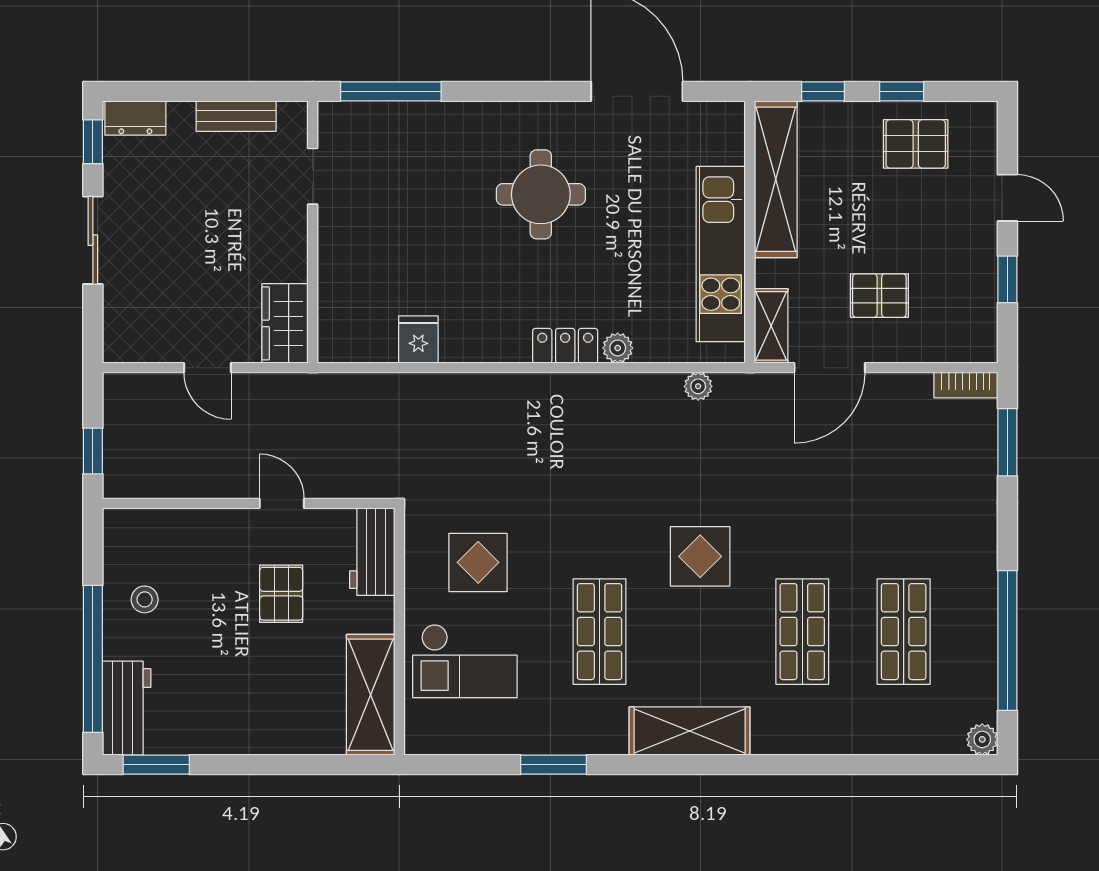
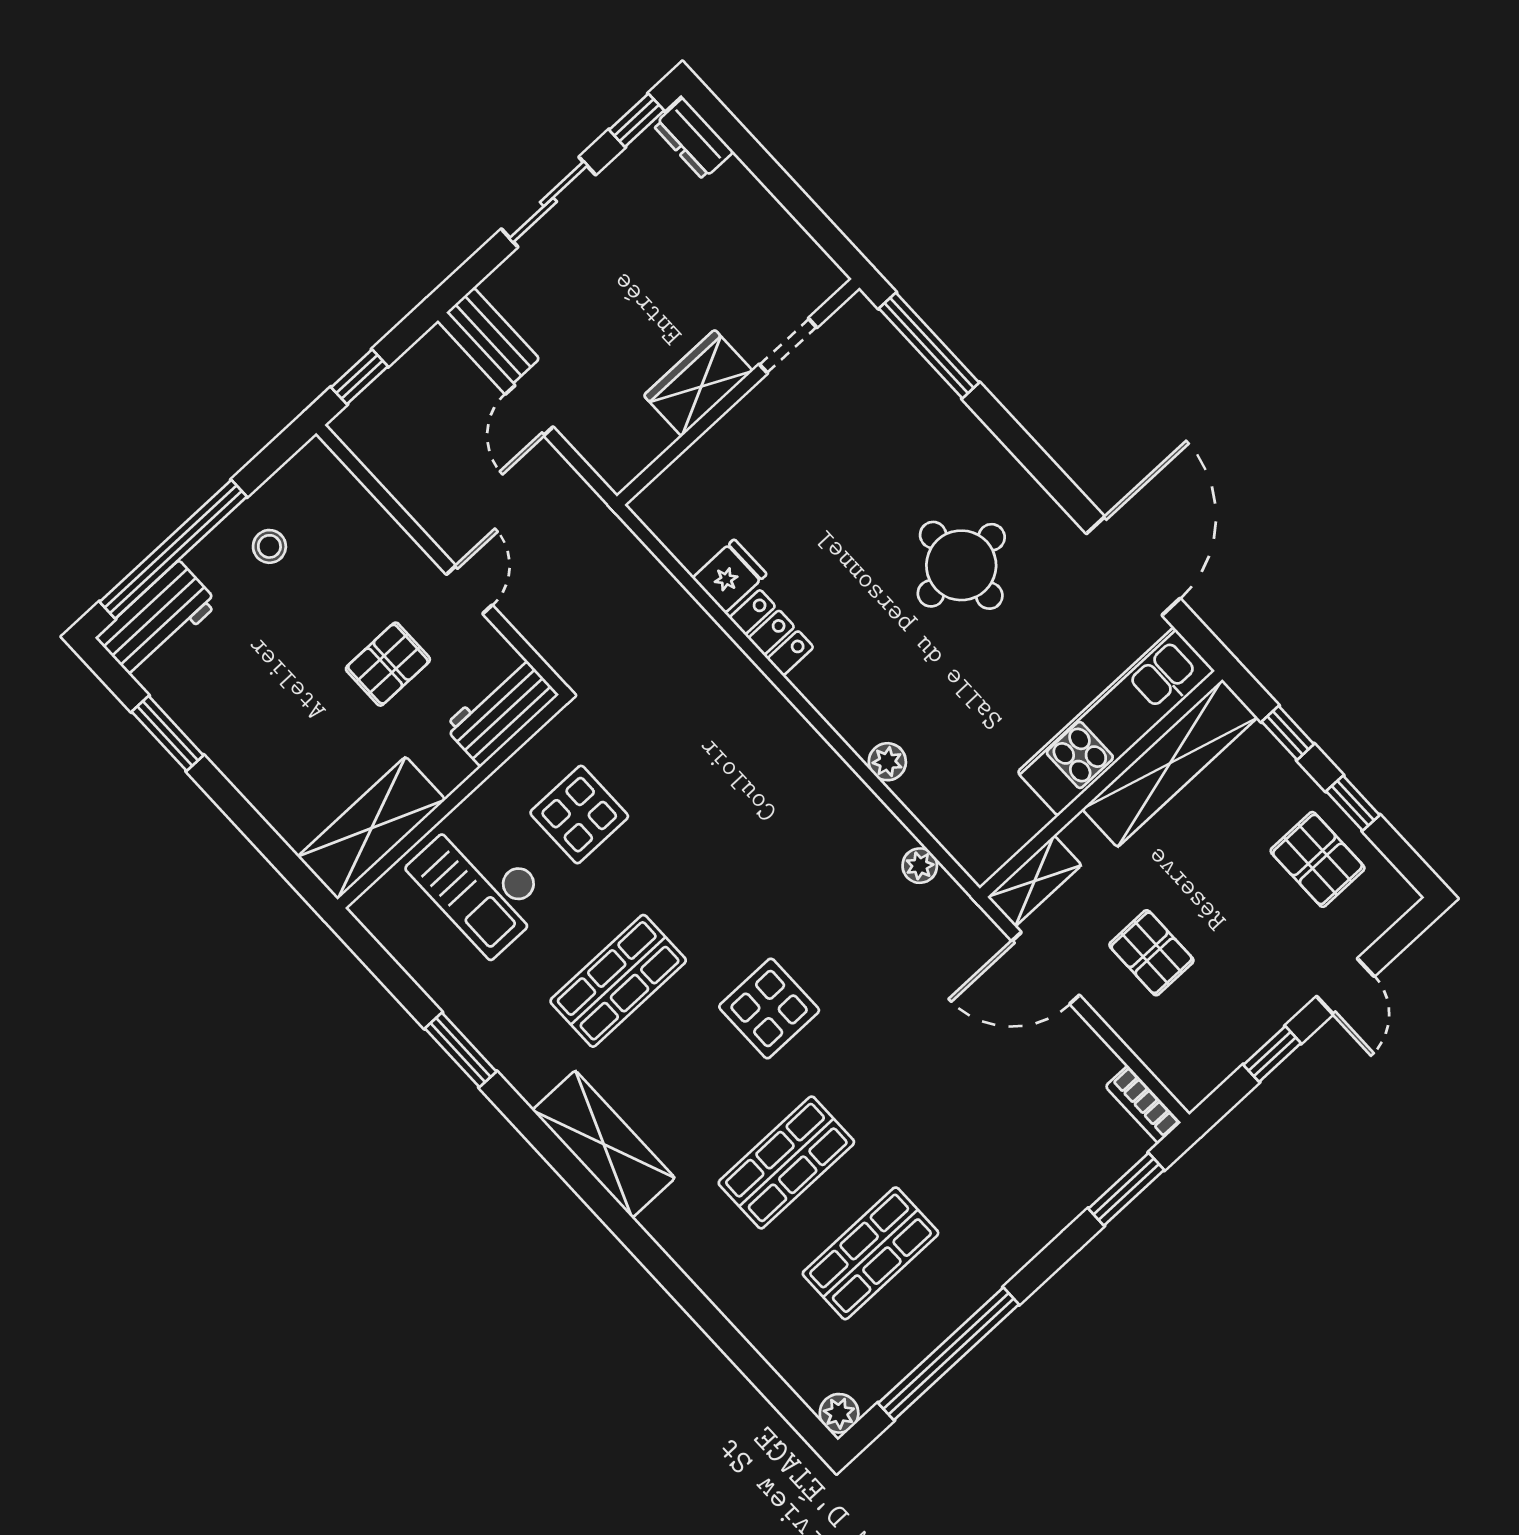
bench: (236, 116) -> (493, 336), moved
kitchen unit: (721, 254) -> (1116, 722), moved
wardrobe: (285, 323) -> (698, 383), moved
locker: (565, 346) -> (771, 633), moved
window: (156, 765) -> (168, 733), moved

